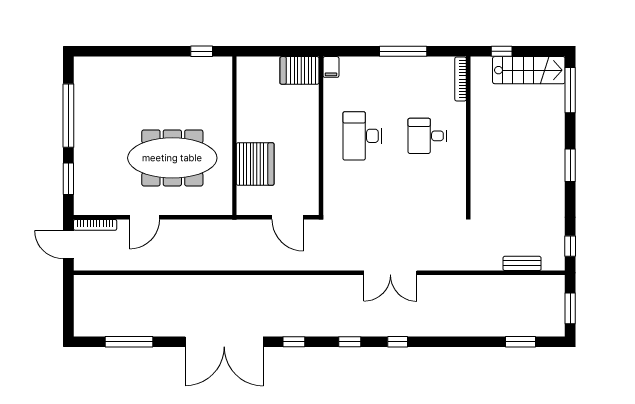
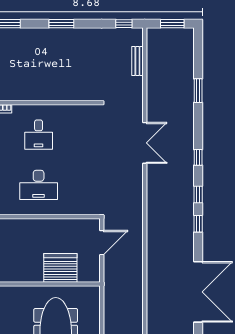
double door: (390, 273) -> (145, 143), moved
window: (294, 342) -> (198, 224), moved
window: (520, 342) -> (198, 91), moved

